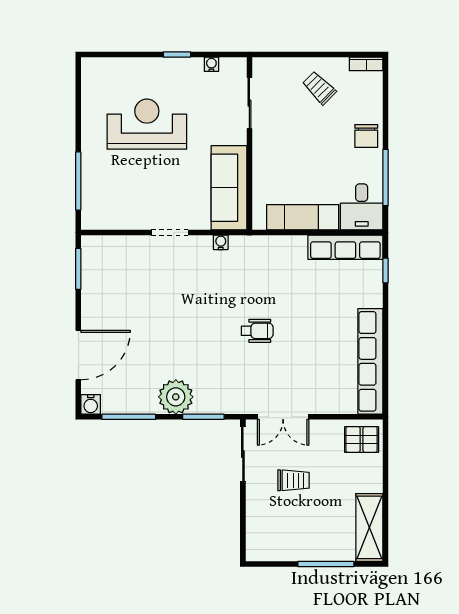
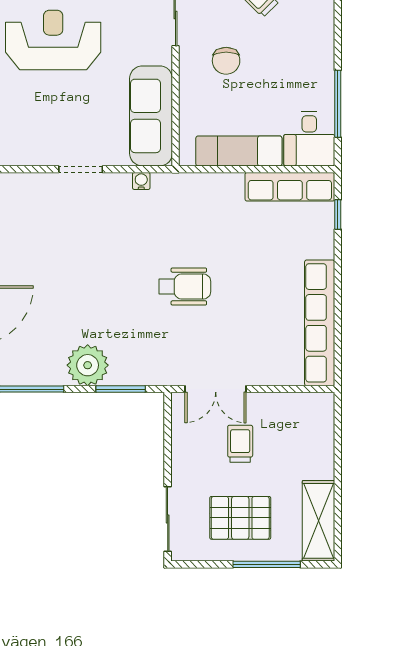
chair: (366, 136) -> (226, 61), moved
wheelchair: (257, 331) -> (185, 287), width x1.36, depth x1.37
pallet: (362, 439) -> (240, 518), moved, width x1.50, depth x1.42
sliding door: (243, 454) -> (168, 519), moved
trolley: (294, 480) -> (240, 444), moved, turned -90

